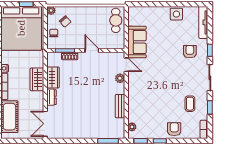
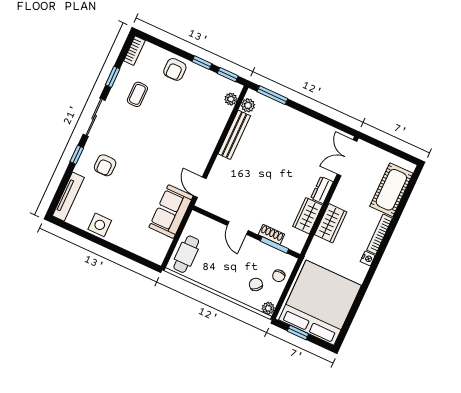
plant: (120, 78) -> (248, 105), moved
bench: (120, 106) -> (234, 135), width x1.36
double door: (45, 124) -> (347, 158), swing flipped

